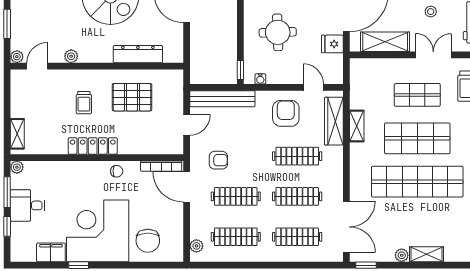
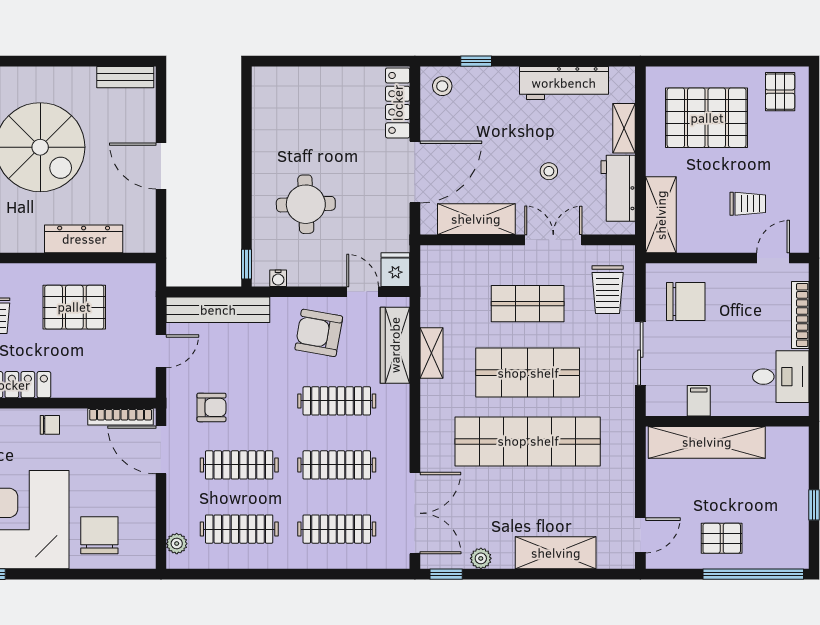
fridge: (332, 44) -> (395, 270), moved, turned 90
armchair: (286, 113) -> (319, 333), turned -80
chair: (148, 241) -> (99, 535), turned 180
shelving: (427, 254) -> (556, 553), width x1.50, depth x1.33
plant: (402, 255) -> (481, 558), moved

